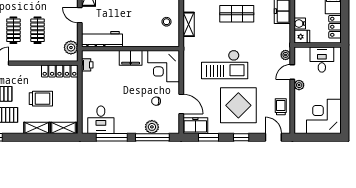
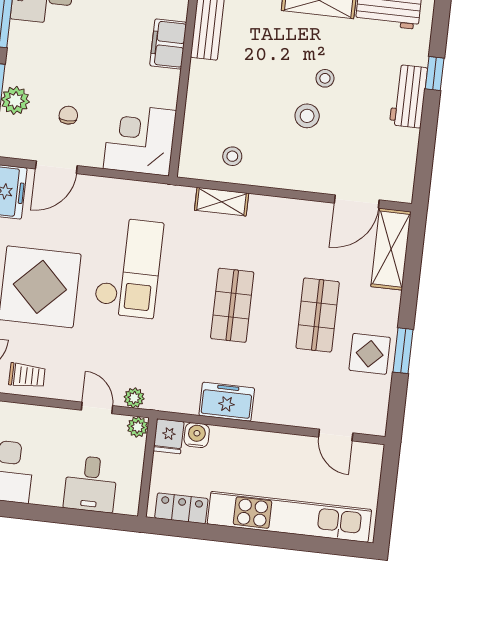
filing cabinet: (131, 58) -> (168, 44), moved
desk: (322, 60) -> (91, 484), moved, turned 90
checkout: (225, 65) -> (129, 268), turned 180
plant: (299, 85) -> (138, 427), moved

